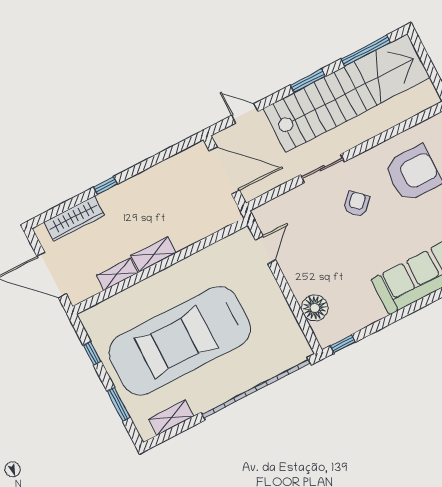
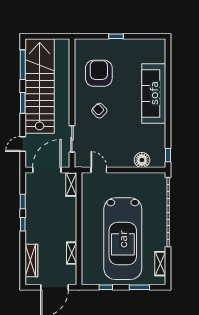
window: (157, 159) -> (23, 202), added
sliding door: (323, 168) -> (72, 139), moved
window: (106, 185) -> (23, 224), moved
shelving: (154, 254) -> (71, 184), moved

